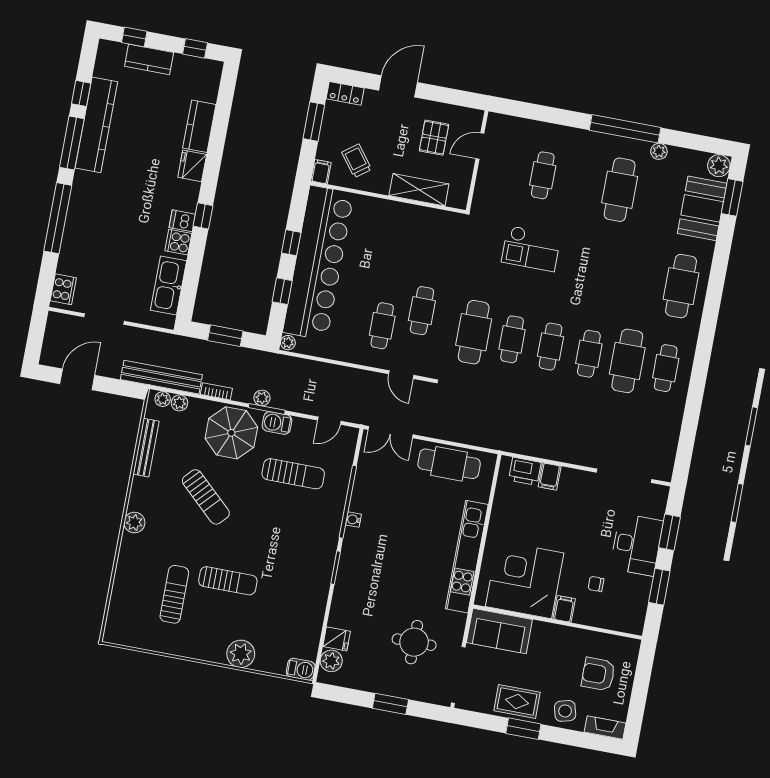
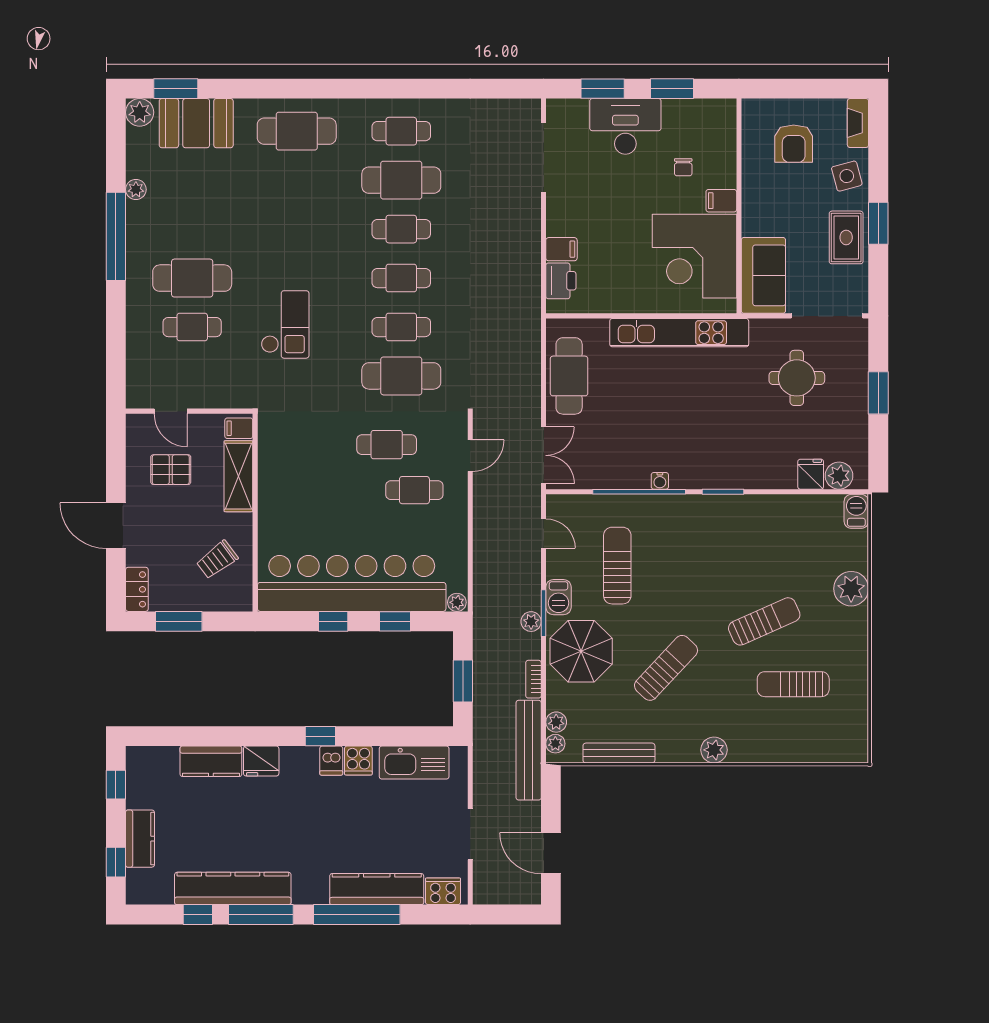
filing cabinet: (321, 172) -> (239, 428), moved
cafe table: (620, 190) -> (192, 278), moved
kitchen counter: (75, 238) -> (377, 889), added
sun lounger: (228, 581) -> (764, 621), turned 66

